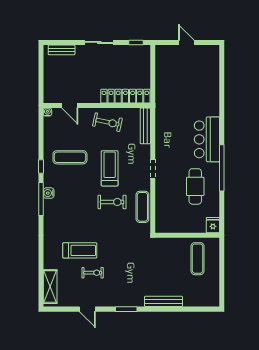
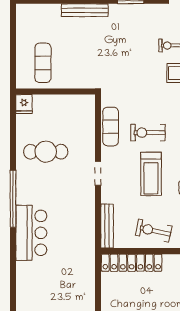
bar counter: (207, 139) -> (31, 233), moved
window: (222, 168) -> (13, 199), moved
cafe table: (195, 186) -> (46, 152), turned 90

